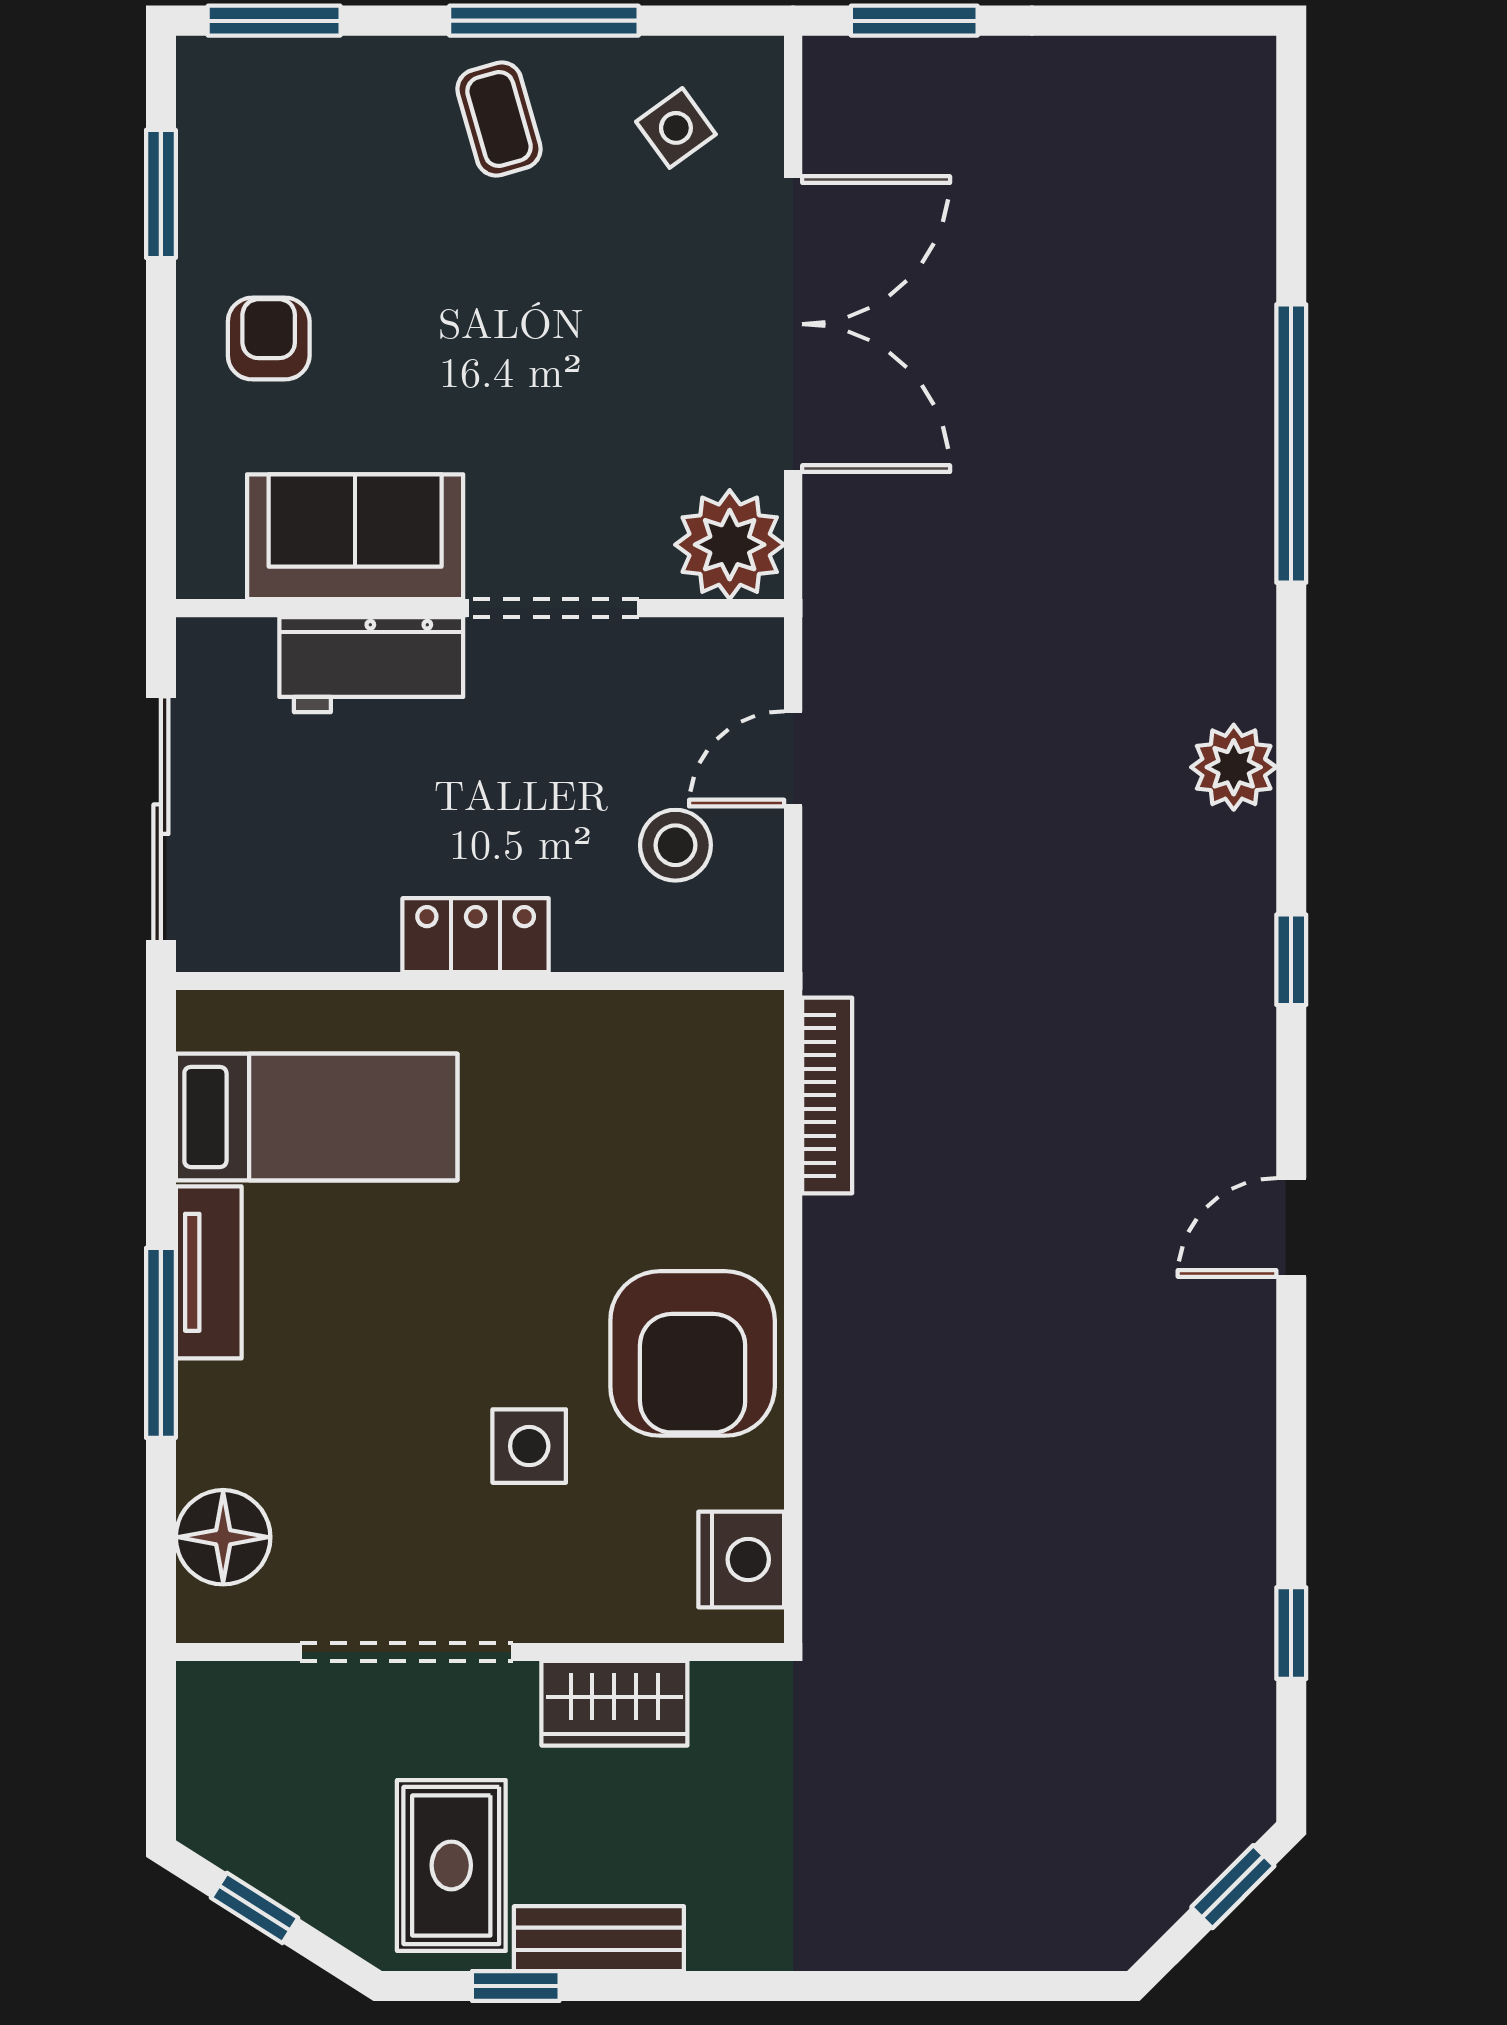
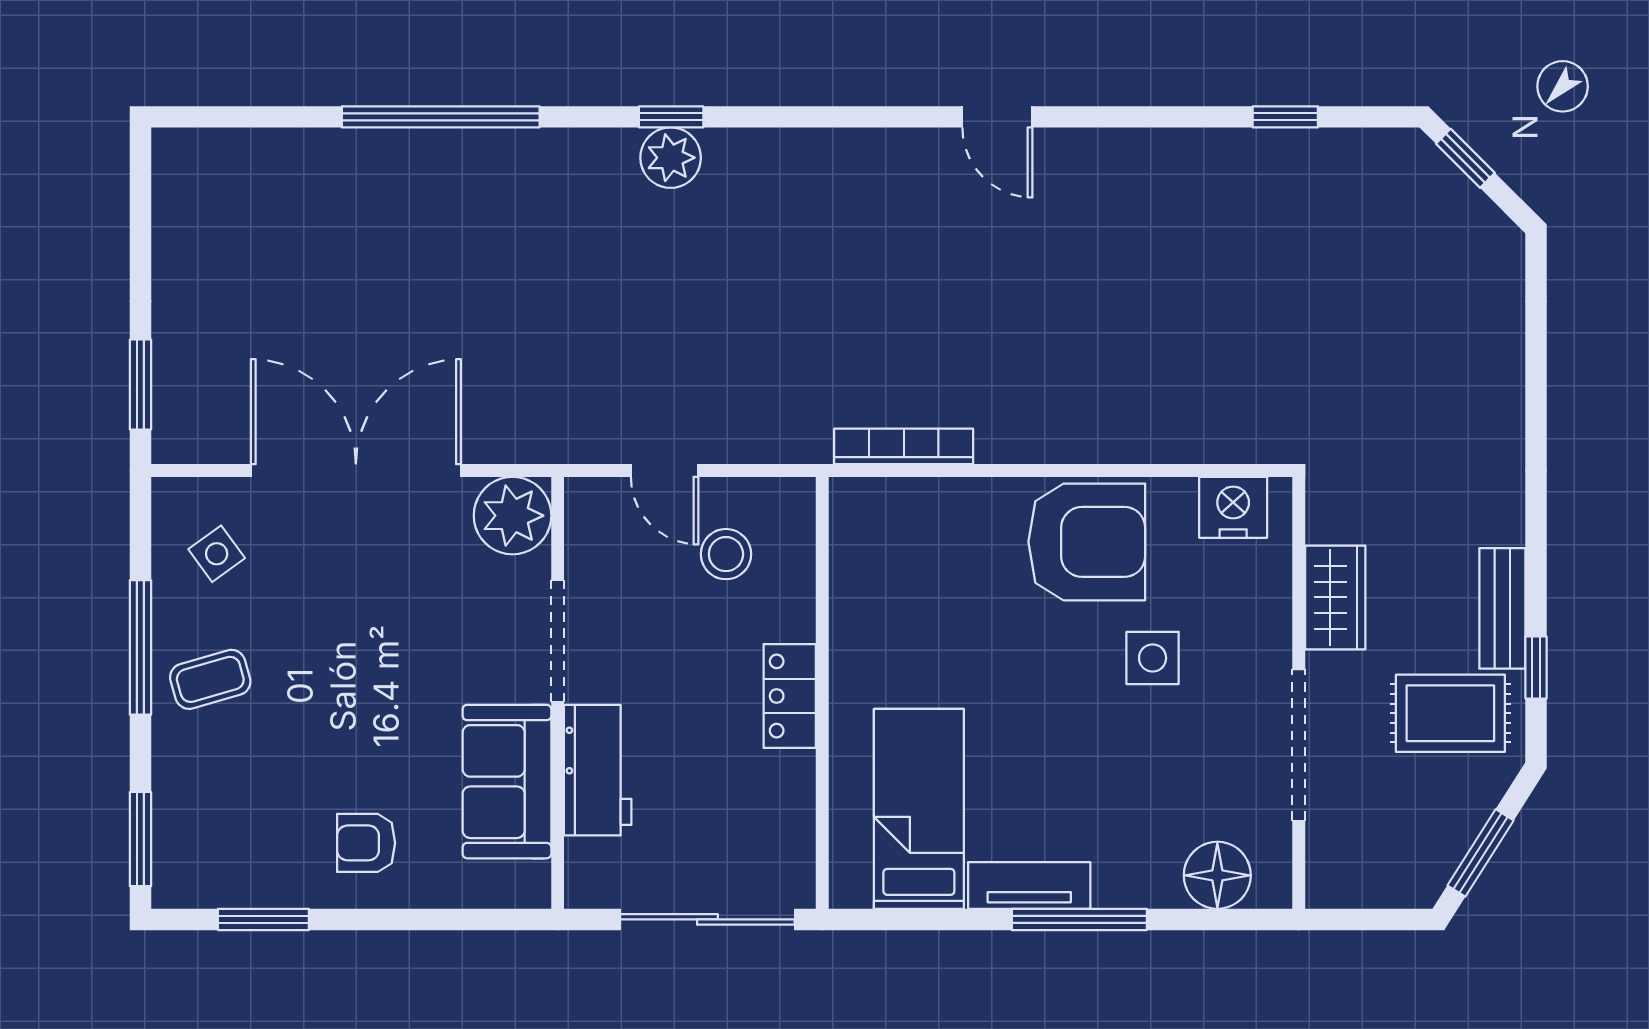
window: (1291, 960) -> (671, 117), moved
window: (255, 1908) -> (1481, 853), width x1.50

